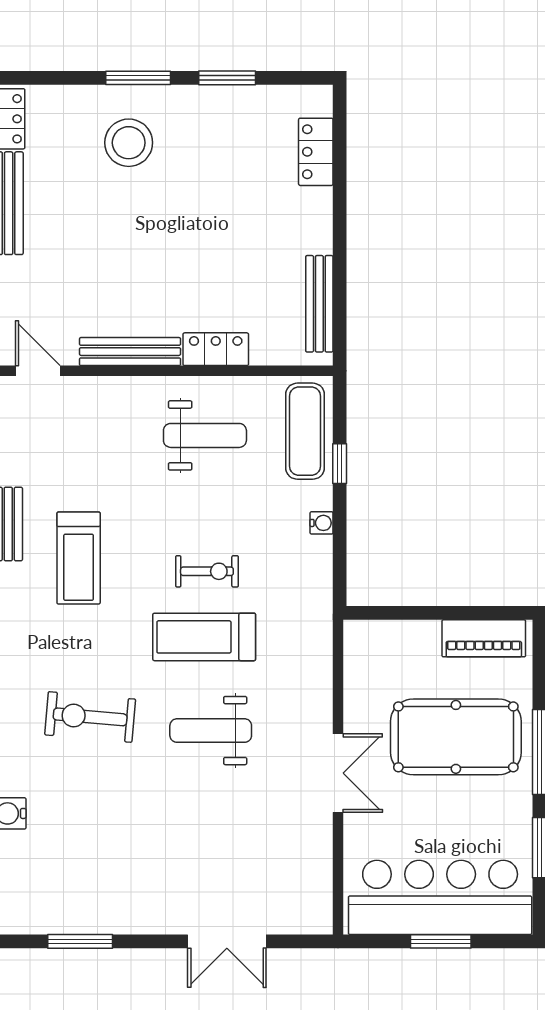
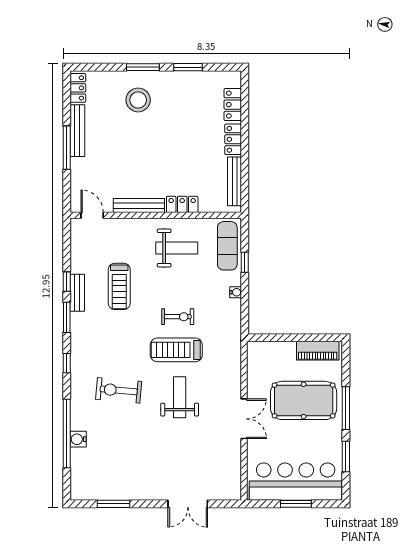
locker: (317, 220) -> (233, 139), added
treadmill: (79, 558) -> (119, 286), moved
weight bench: (211, 731) -> (180, 397), turned 90

